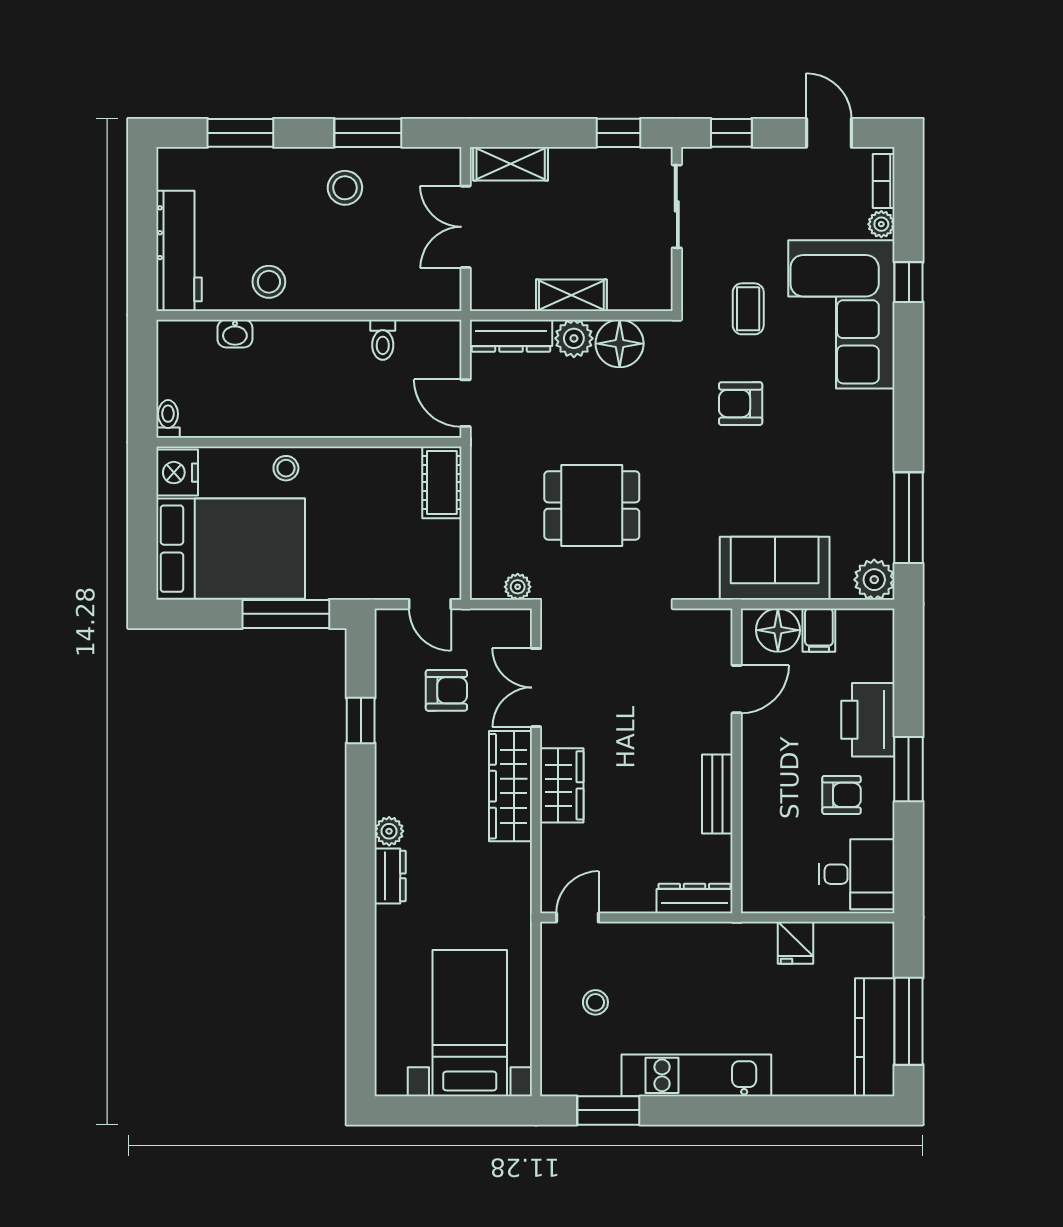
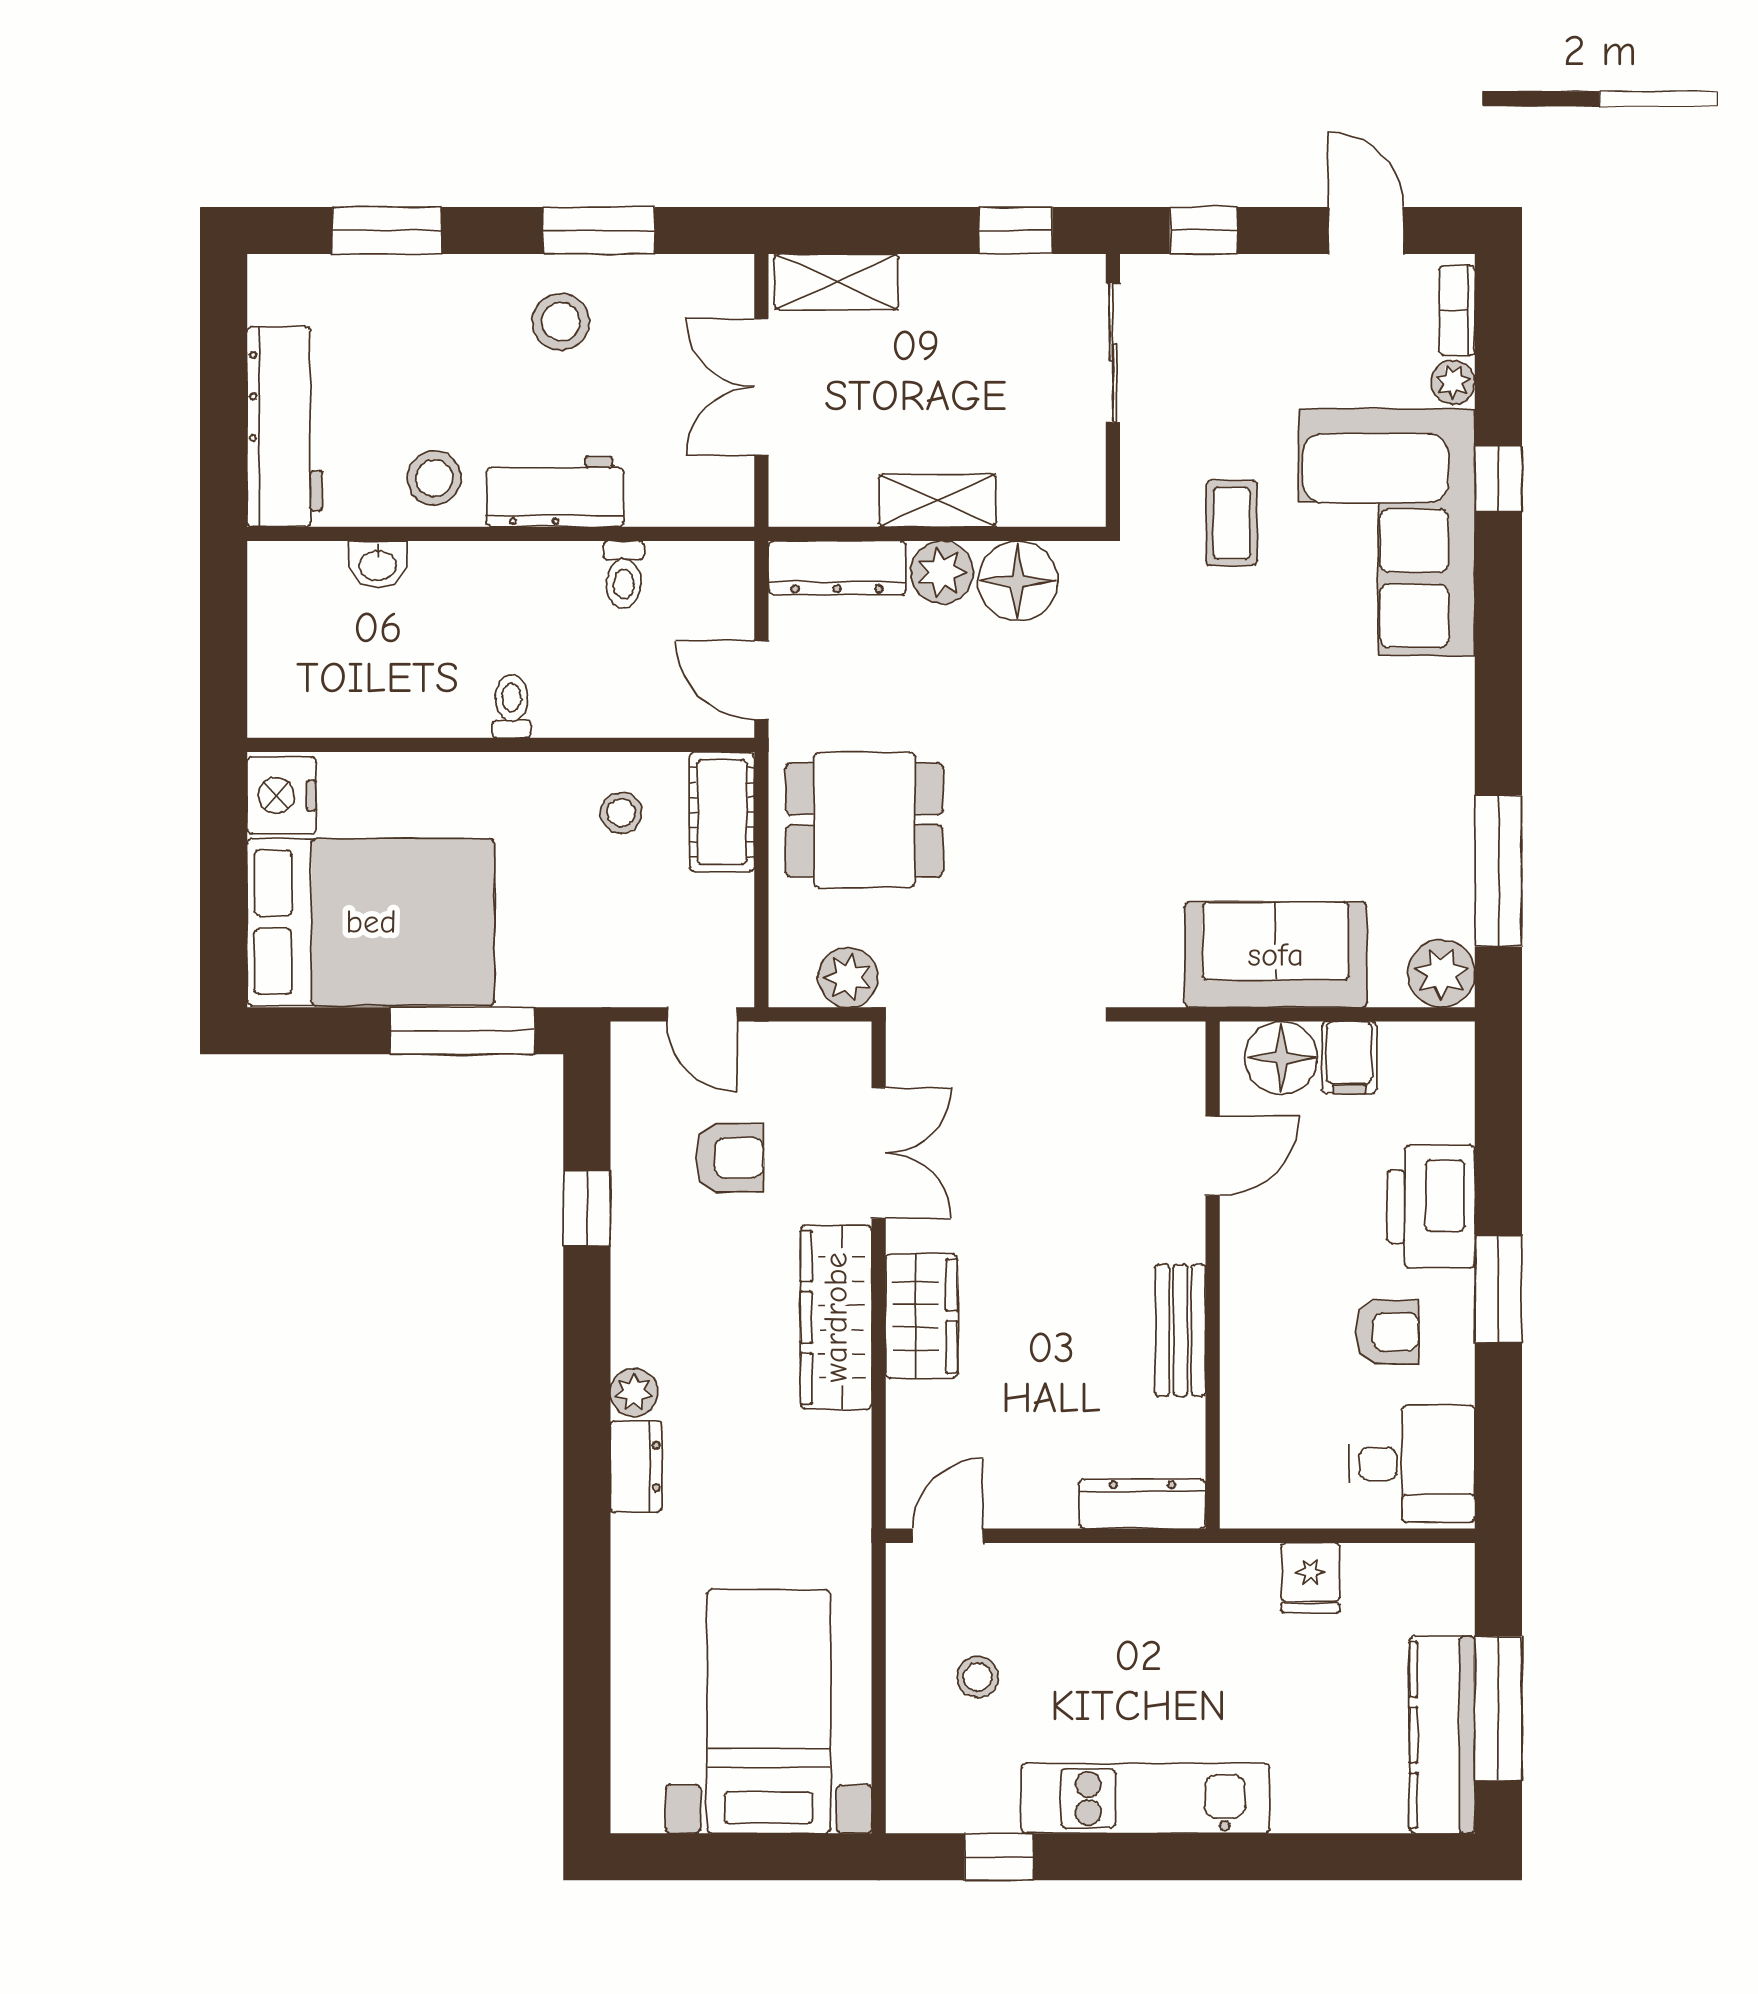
workbench: (341, 290) -> (555, 492), added
armchair: (741, 404) -> (1219, 681), removed
toilet: (168, 419) -> (512, 706), moved
stool: (286, 468) -> (621, 813), moved
dining table: (592, 506) -> (864, 820), moved
plant: (518, 587) -> (848, 977), width x1.38, depth x1.38
double door: (536, 688) -> (879, 1153), swing flipped
window: (608, 1110) -> (999, 1857), width x0.67

